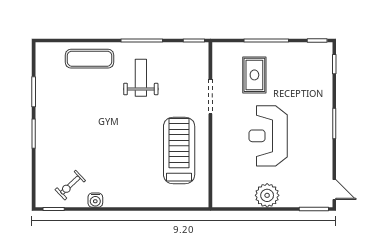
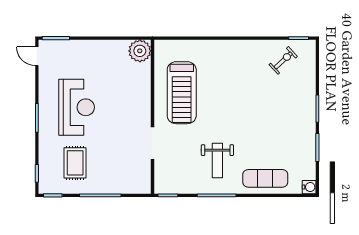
rug: (254, 75) -> (75, 163), moved
reception desk: (268, 136) -> (77, 107), moved
plant: (267, 195) -> (140, 51), moved
water cooler: (95, 200) -> (309, 187), moved, turned 90

